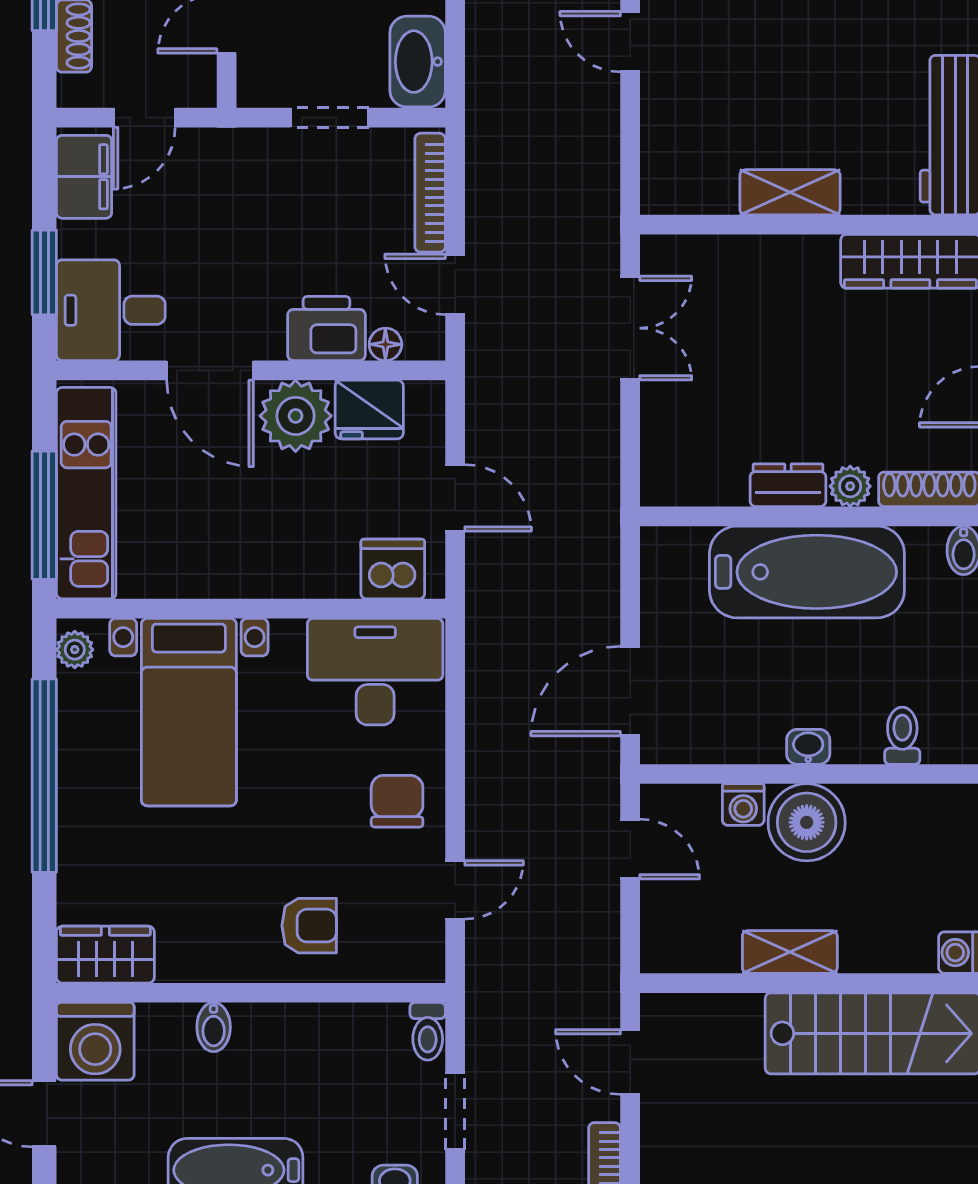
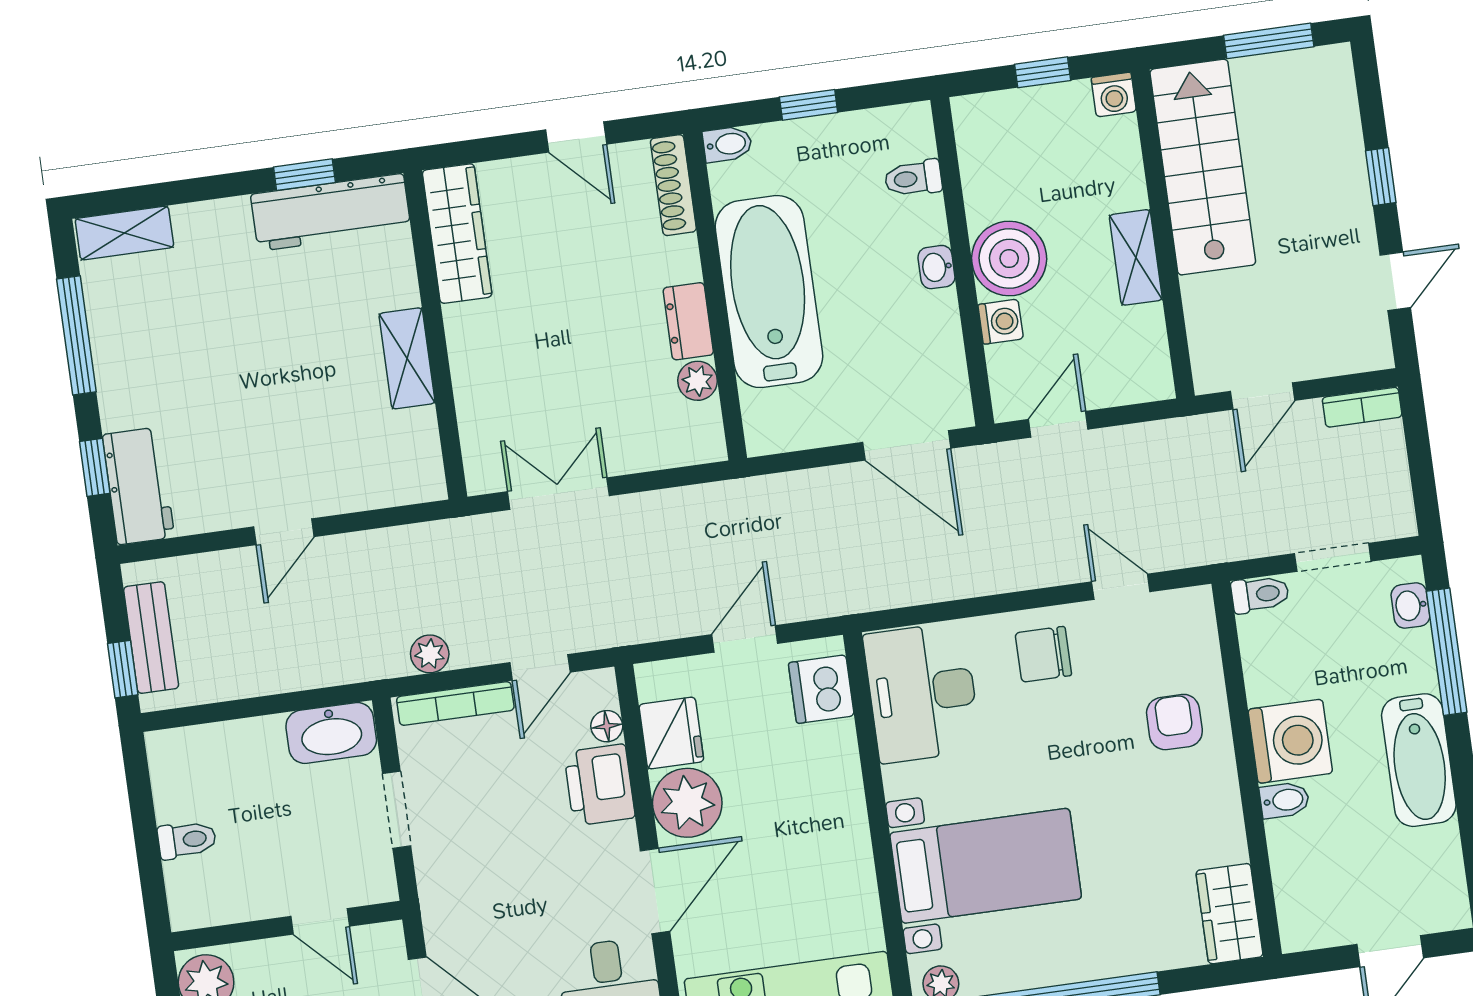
plant: (484, 174) -> (430, 654), added
plant: (850, 486) -> (698, 381), moved
washing machine: (95, 1041) -> (1290, 741), moved

